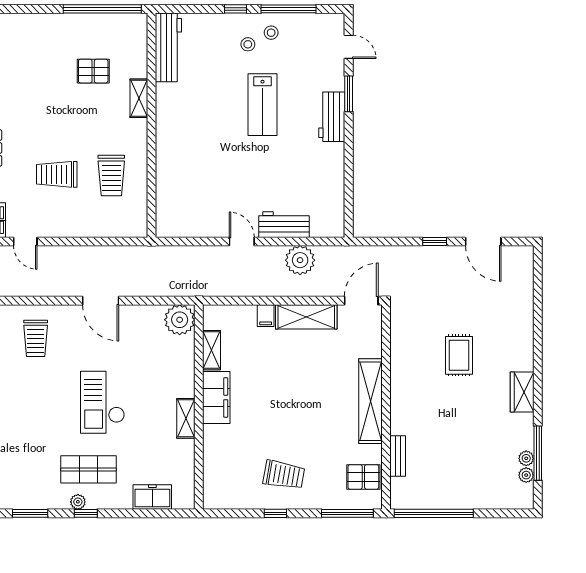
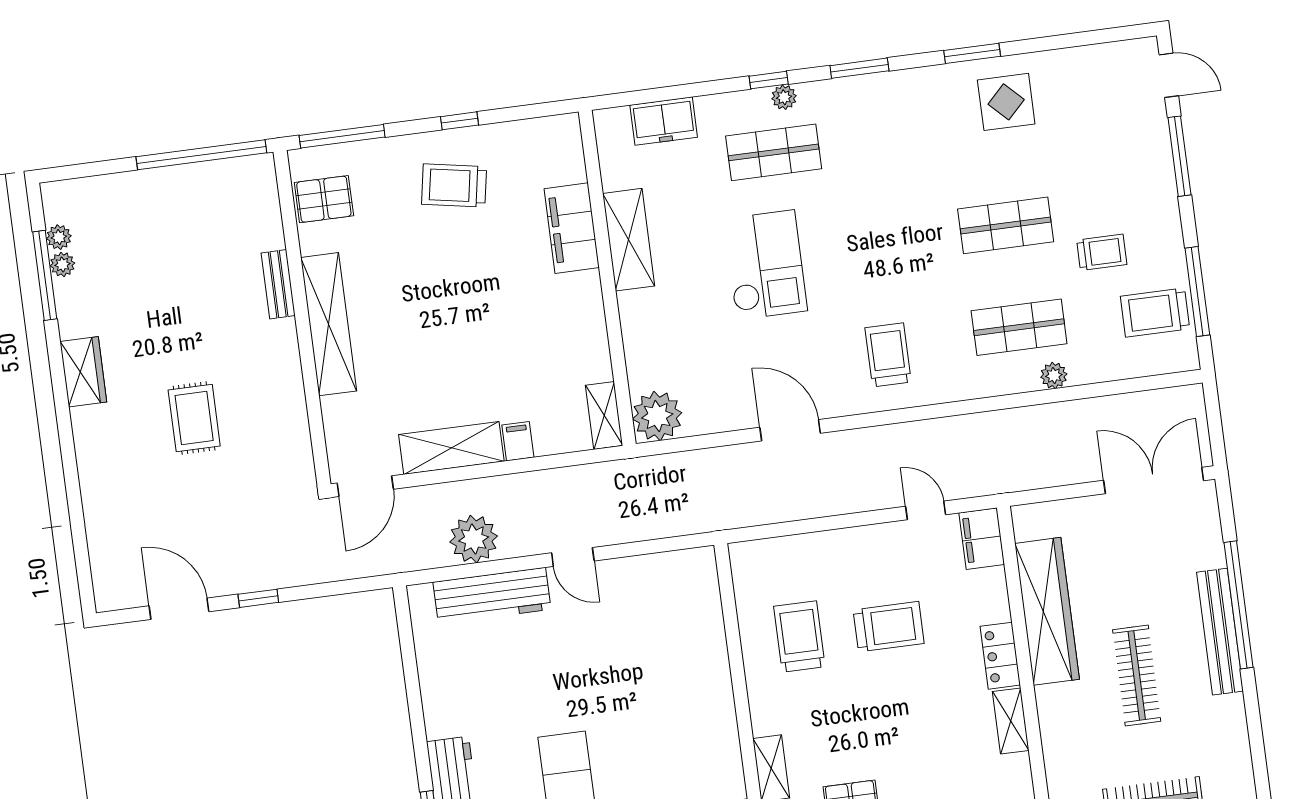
workbench: (284, 225) -> (492, 596), width x1.38
shelving: (212, 350) -> (604, 415), moved
filing cabinet: (216, 397) -> (572, 228), moved
shelving: (186, 418) -> (629, 240), width x1.50, depth x1.33
bench: (398, 456) -> (278, 284), moved

